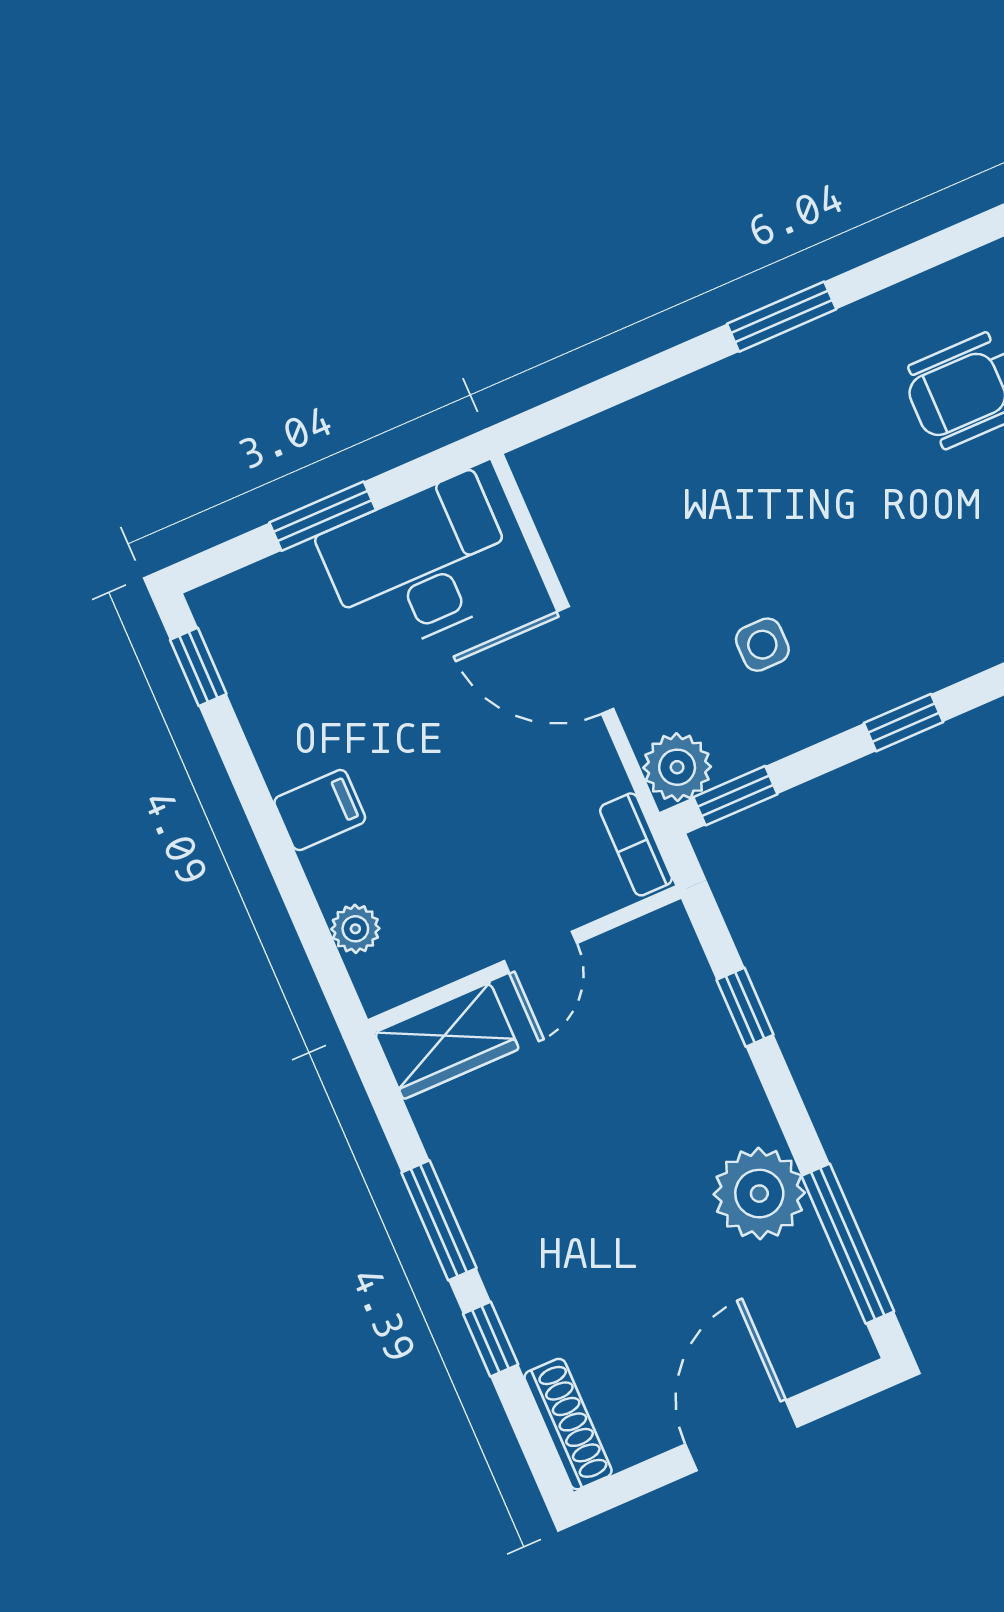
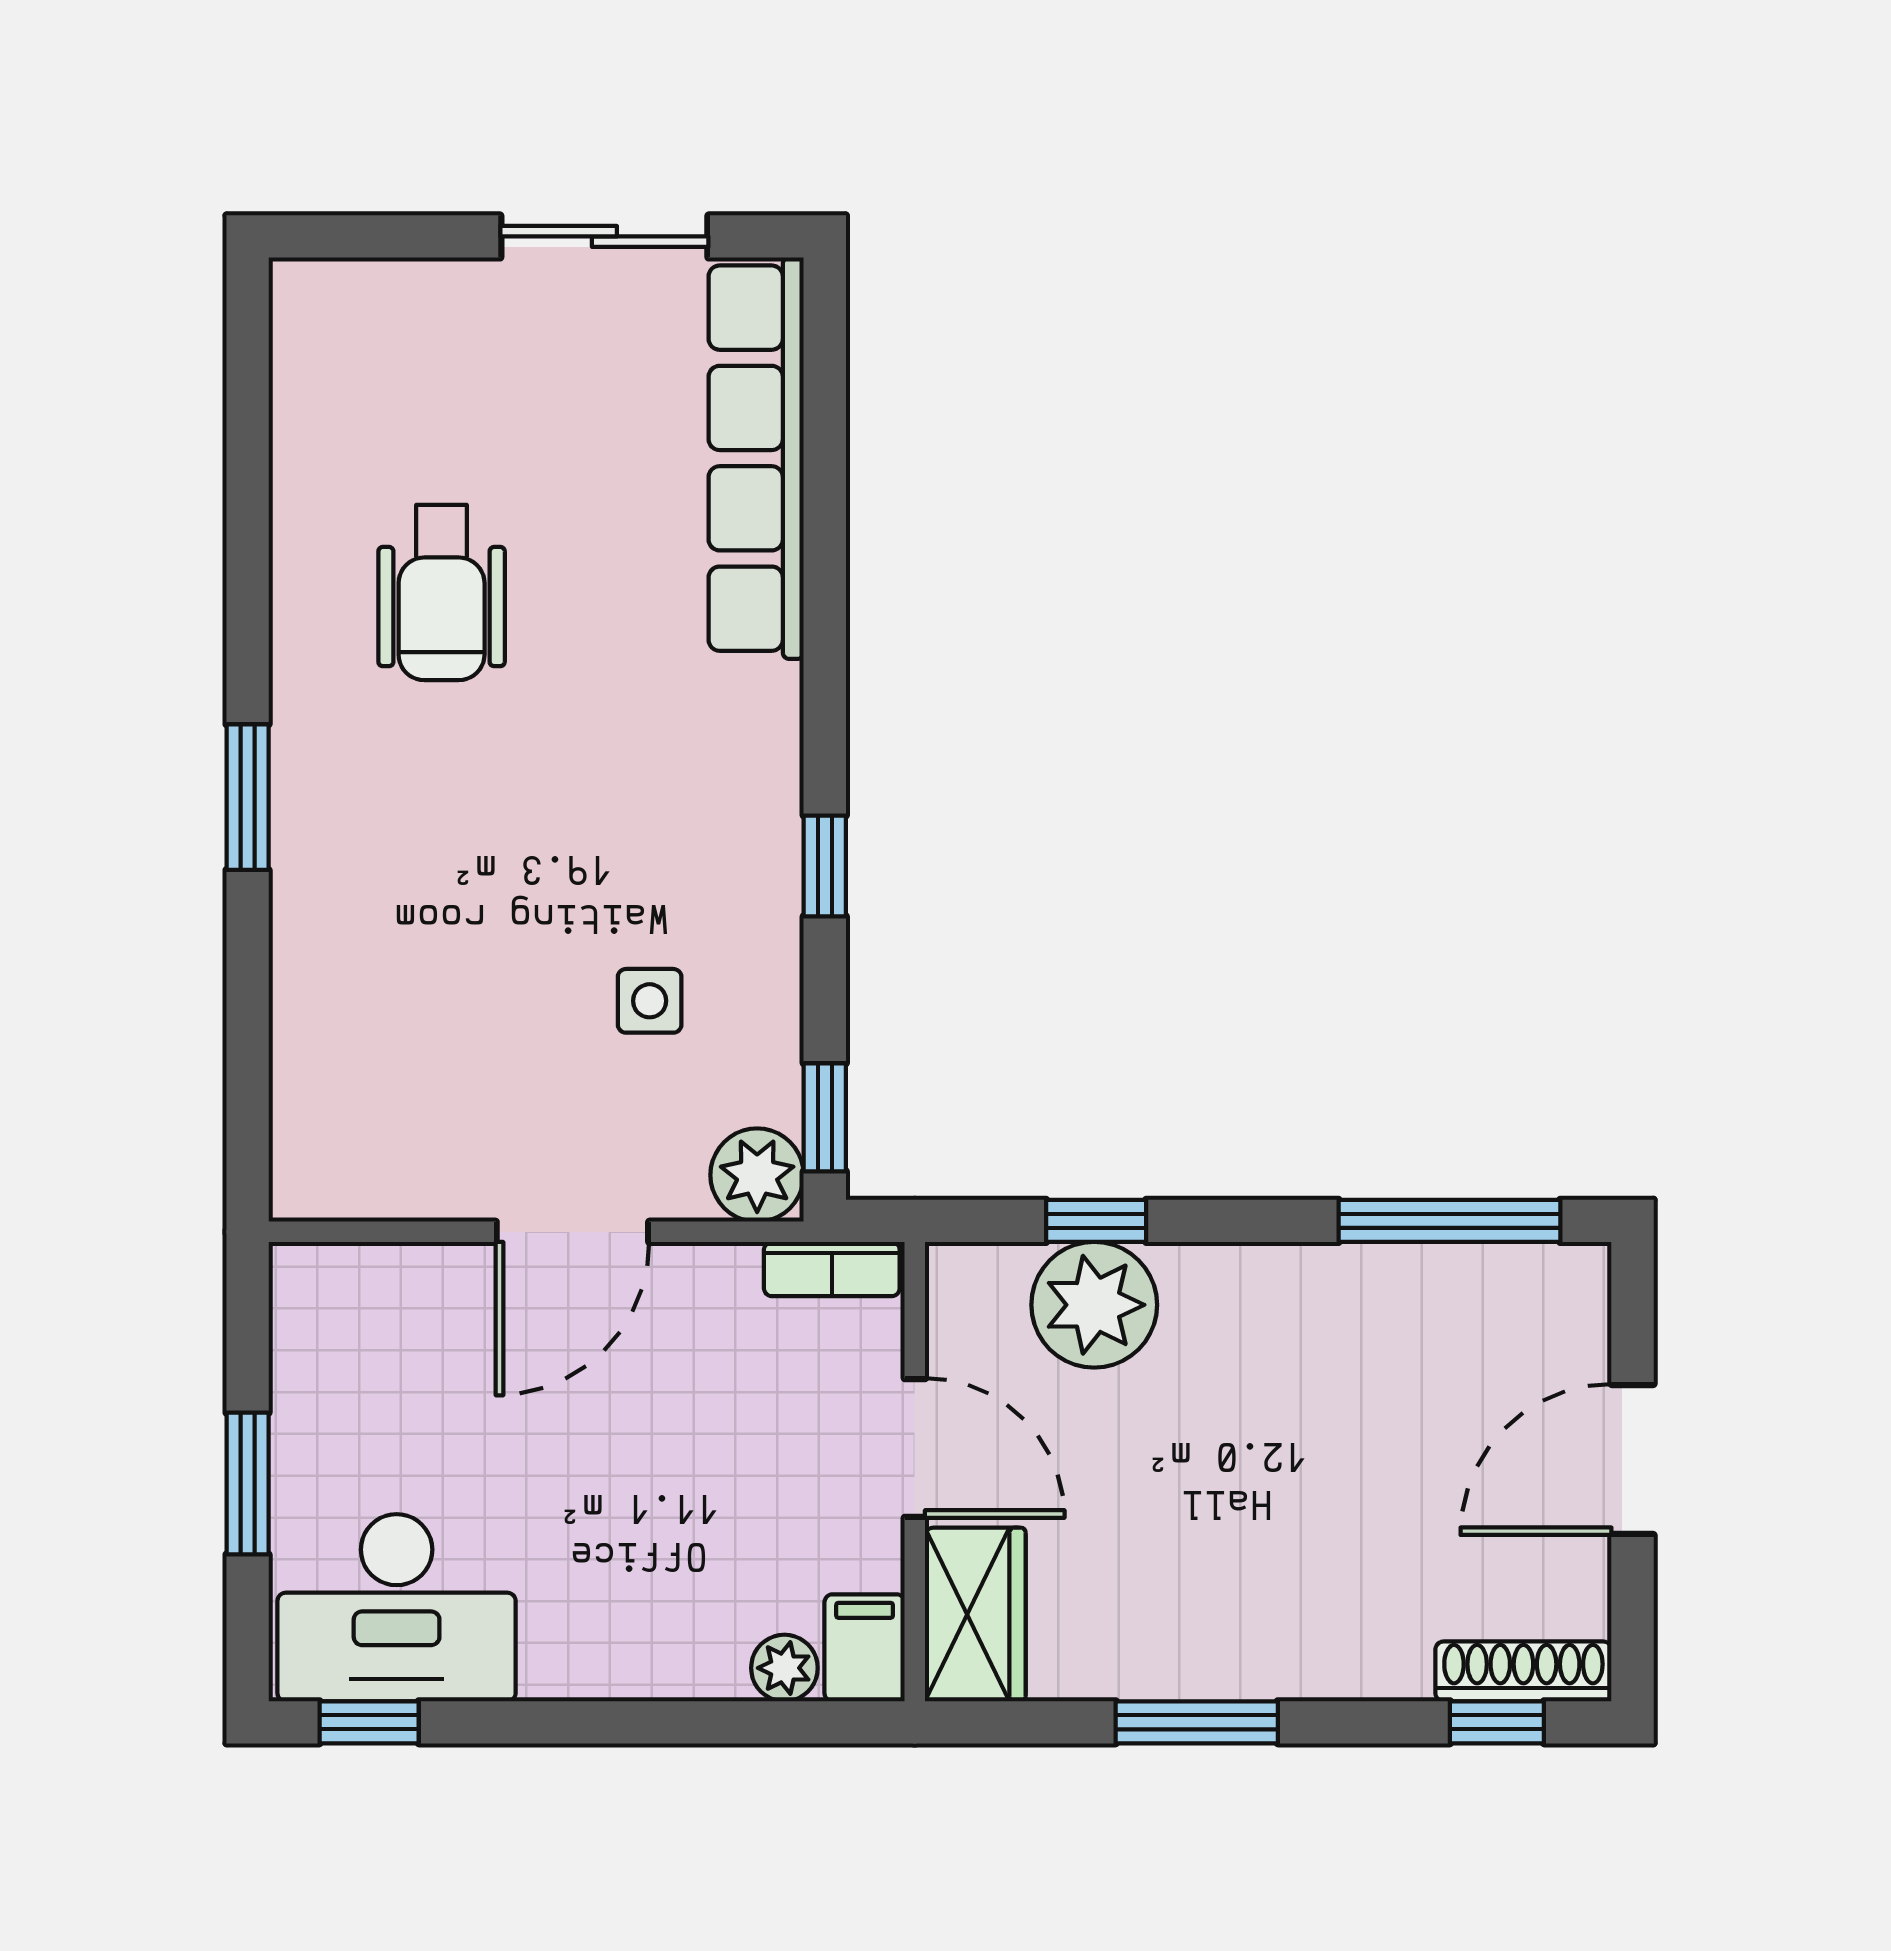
desk: (420, 565) -> (397, 1608), moved, turned -90
filing cabinet: (320, 810) -> (865, 1648), moved
door: (540, 952) -> (915, 1448), width x1.38
plant: (759, 1194) -> (1094, 1305), moved
window: (491, 1339) -> (1497, 1722), moved
door: (741, 1435) -> (1633, 1460), hinge flipped

